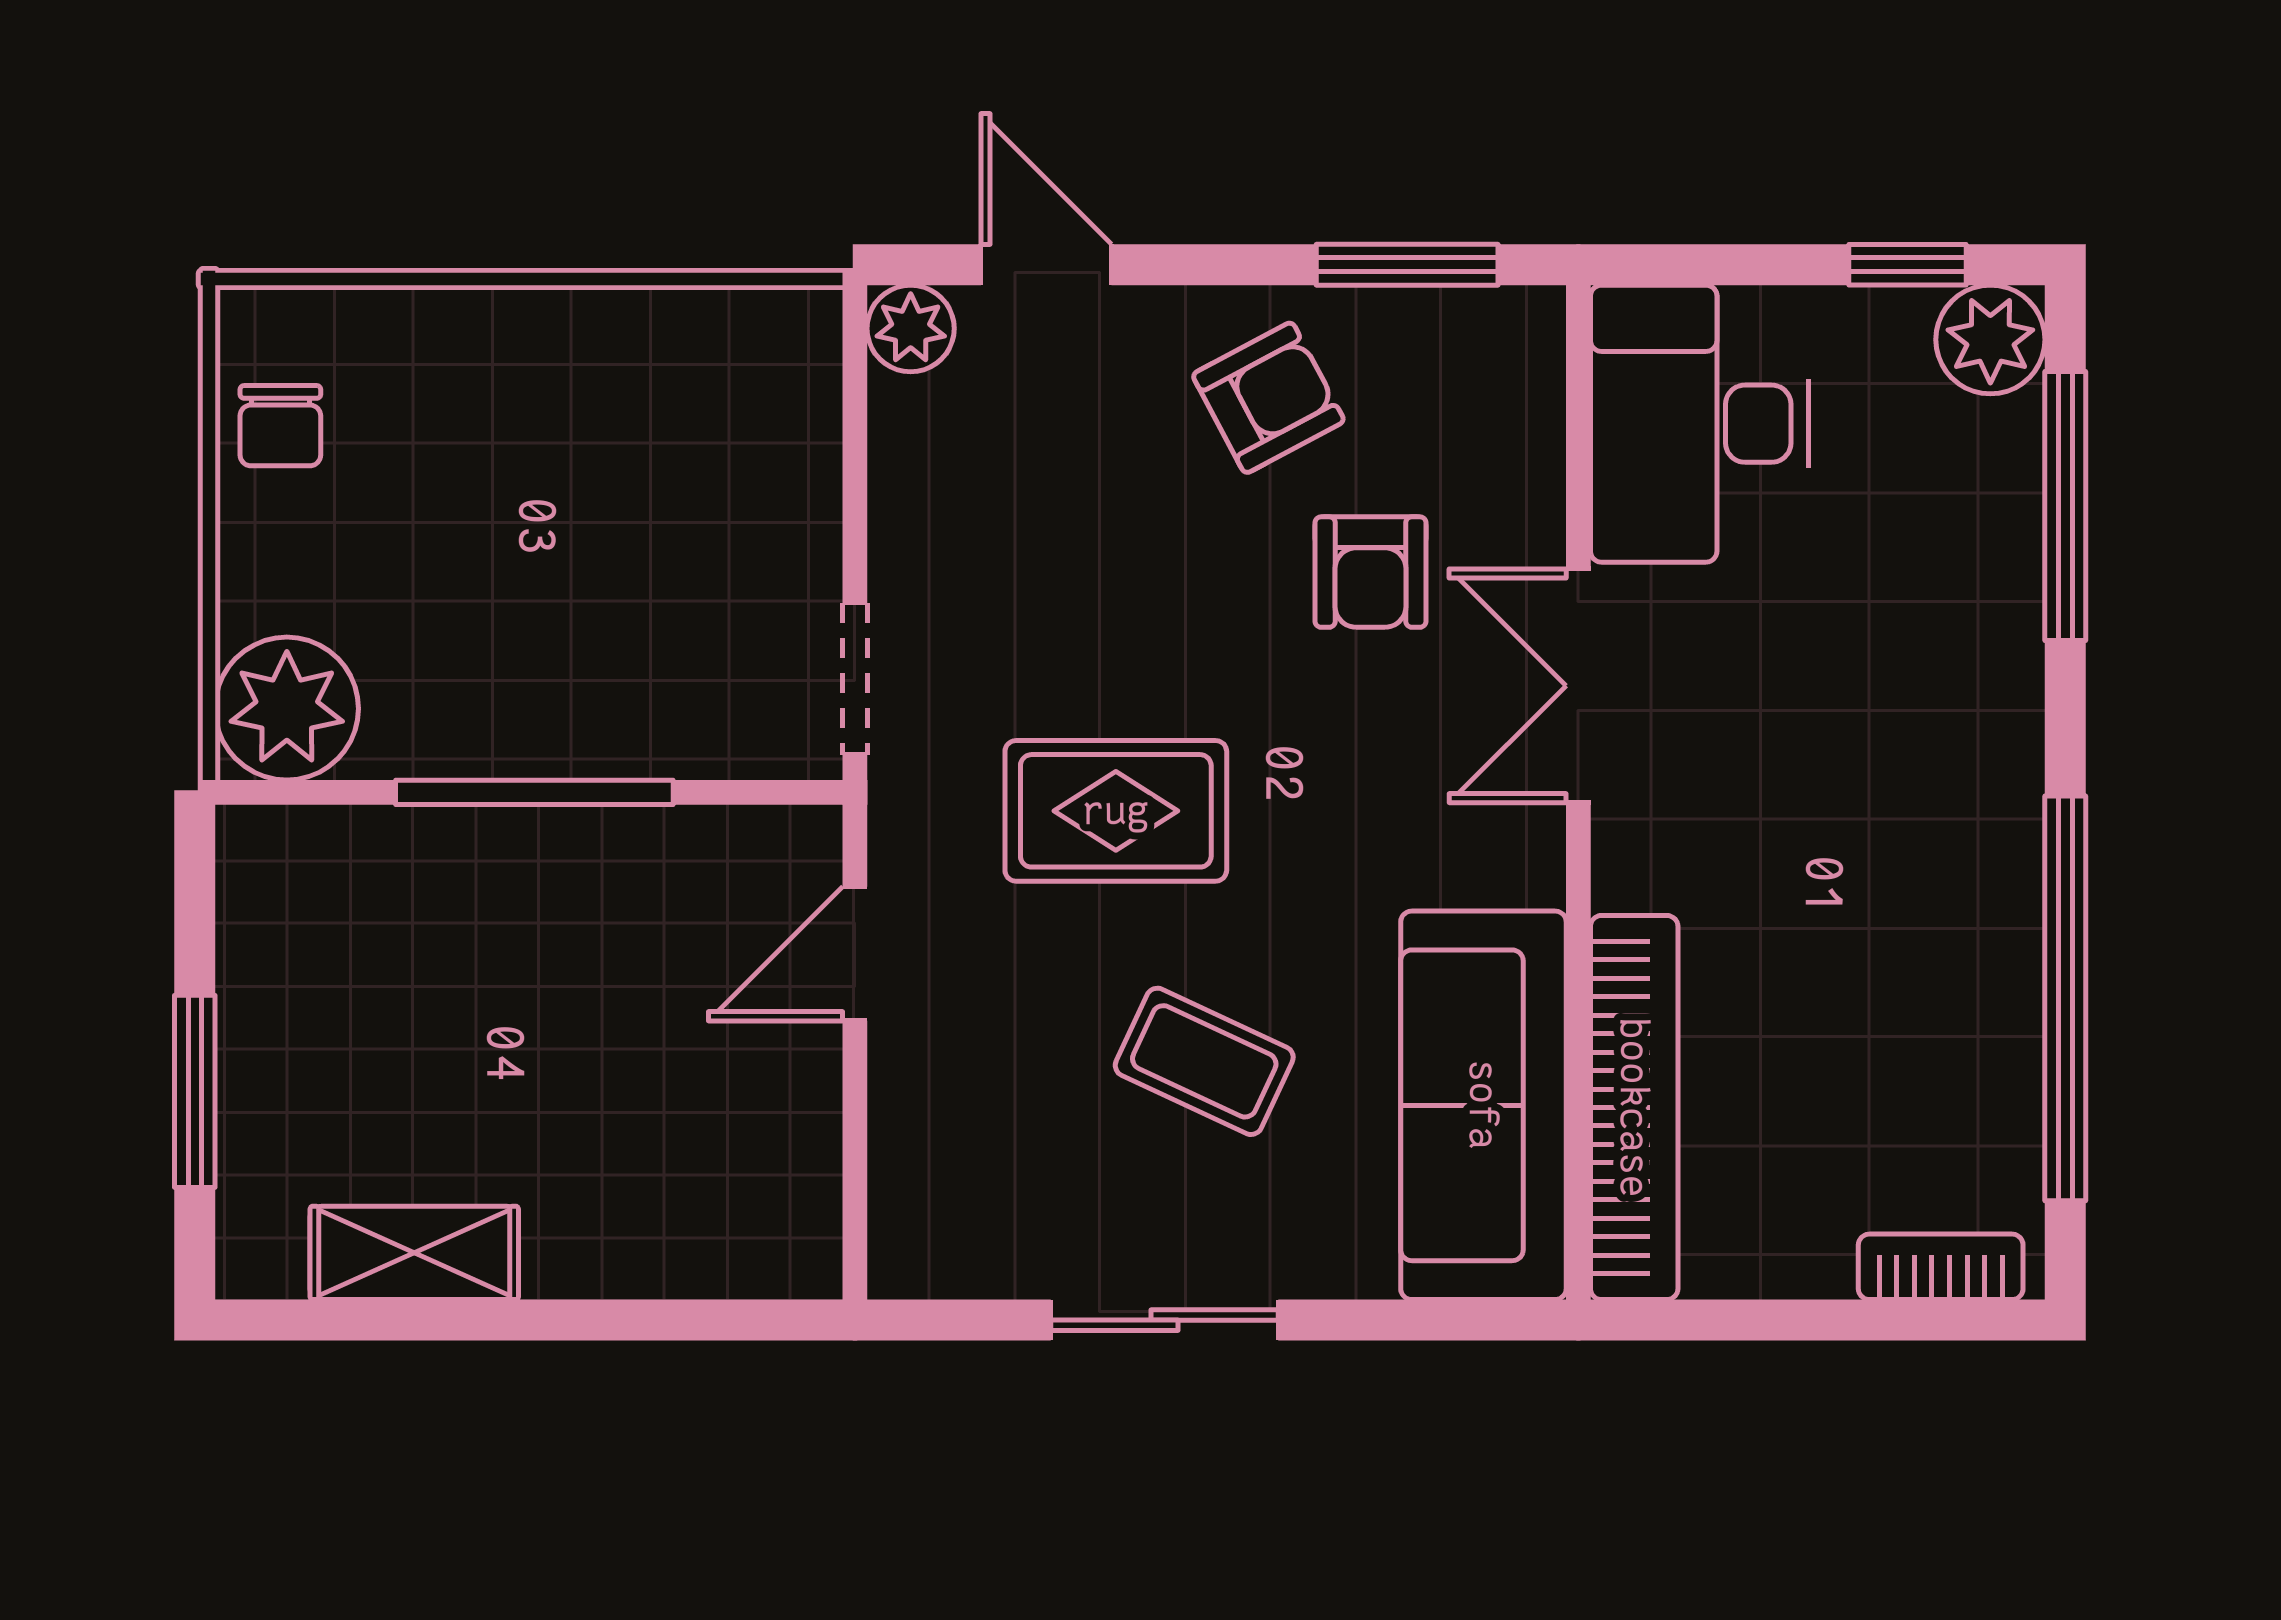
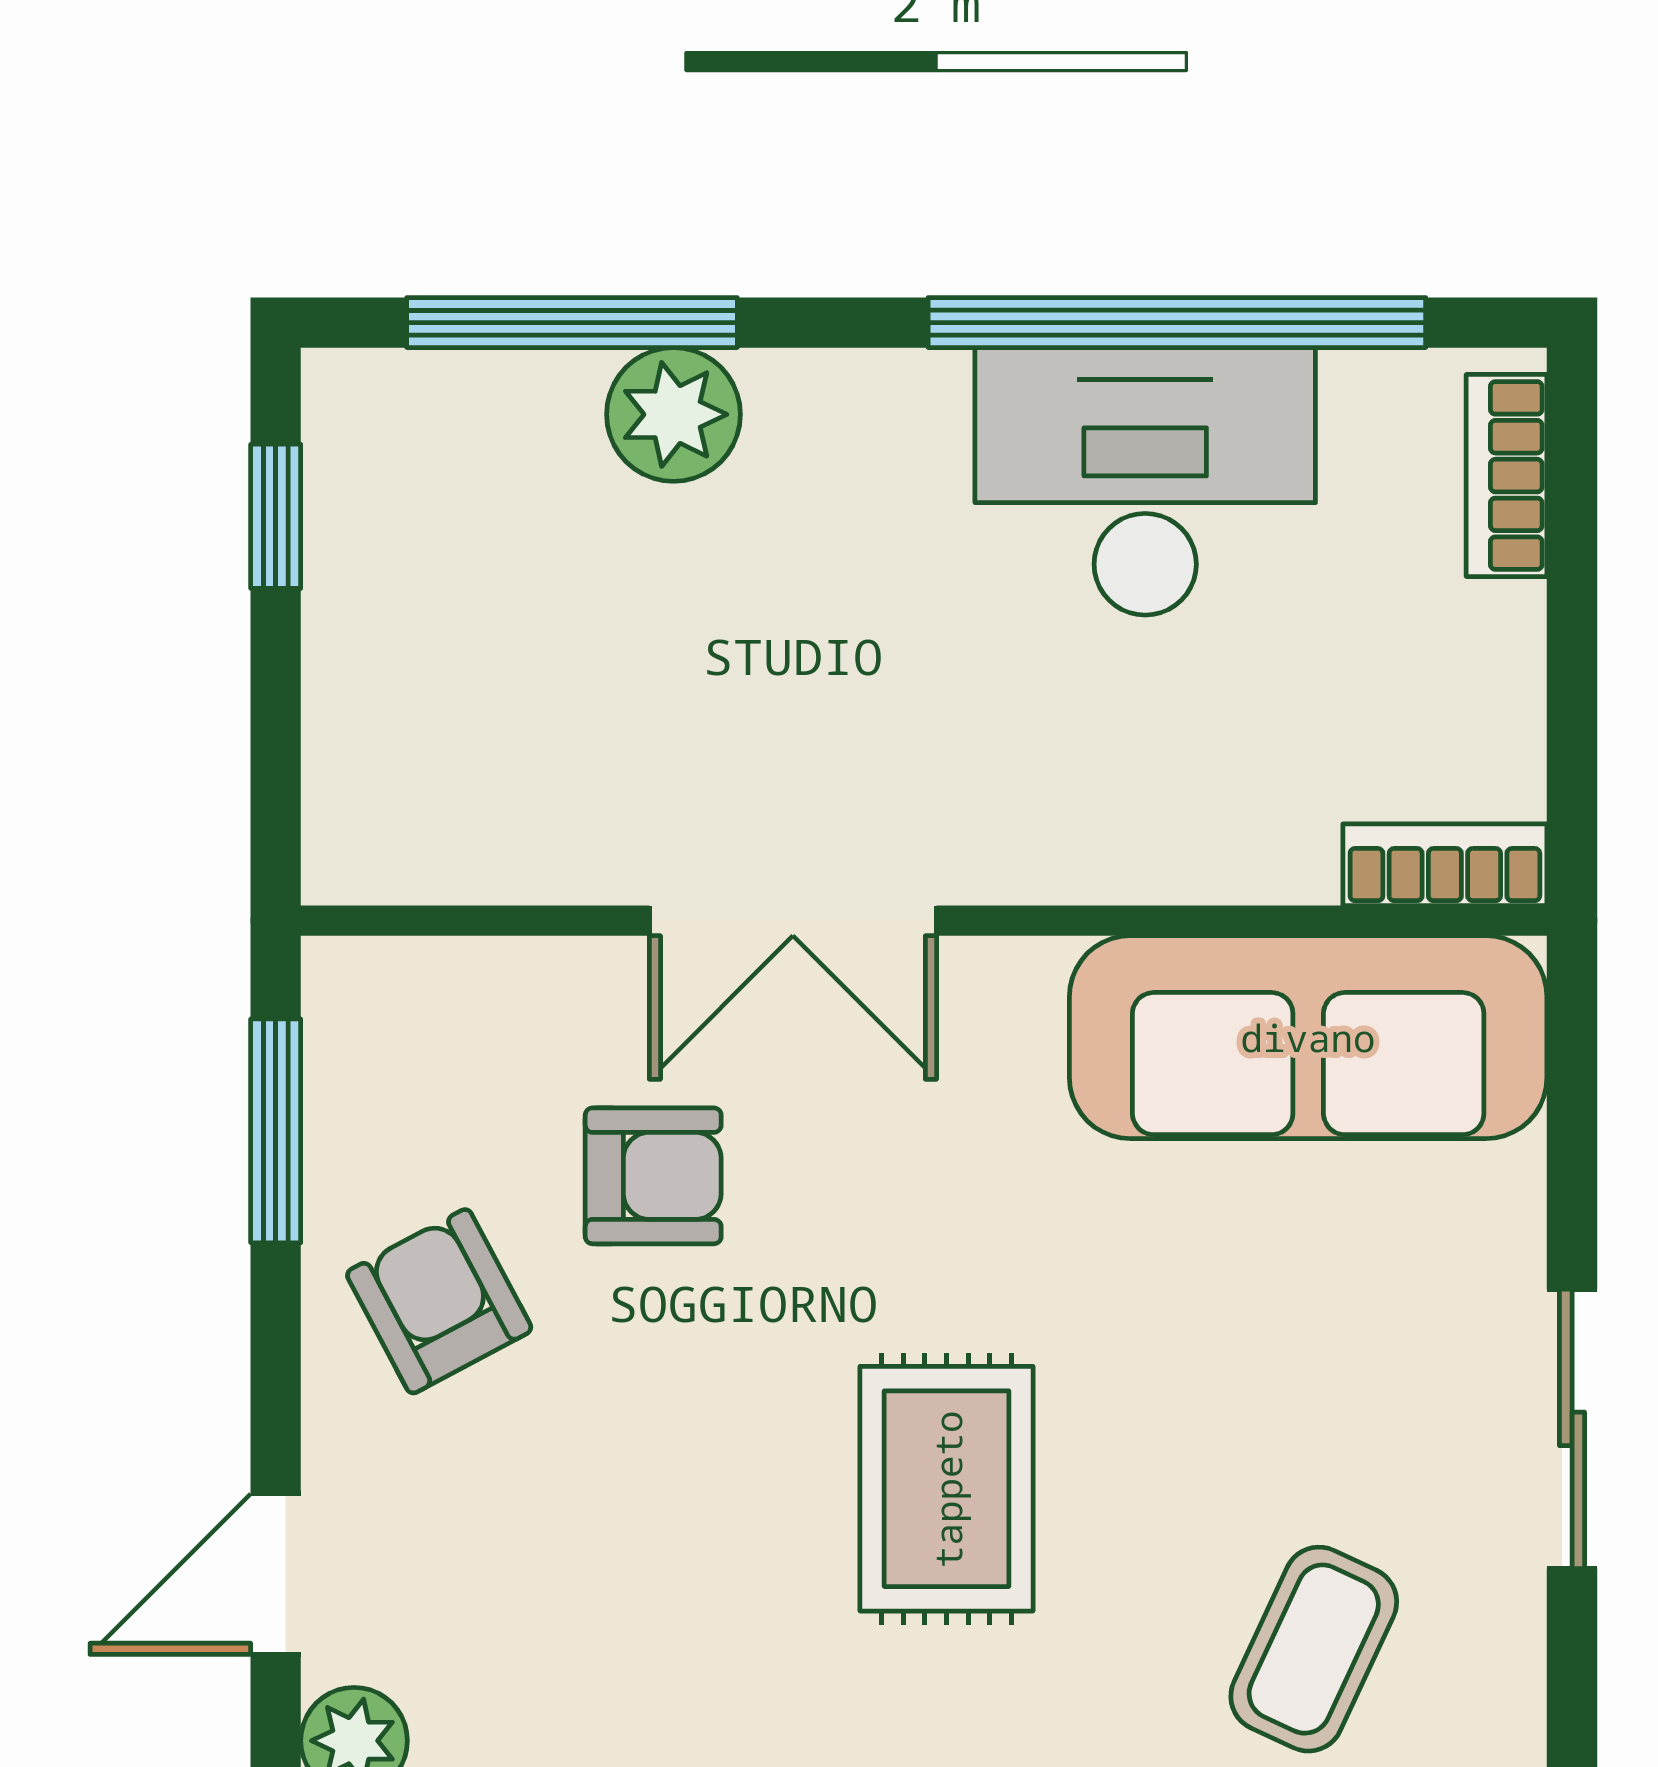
plant: (1990, 340) -> (673, 414), moved
desk: (1699, 424) -> (1145, 481), moved, turned 180
coffee table: (1204, 1061) -> (1314, 1649), moved
bookcase: (1634, 1108) -> (1445, 865), width x0.43, depth x0.76

